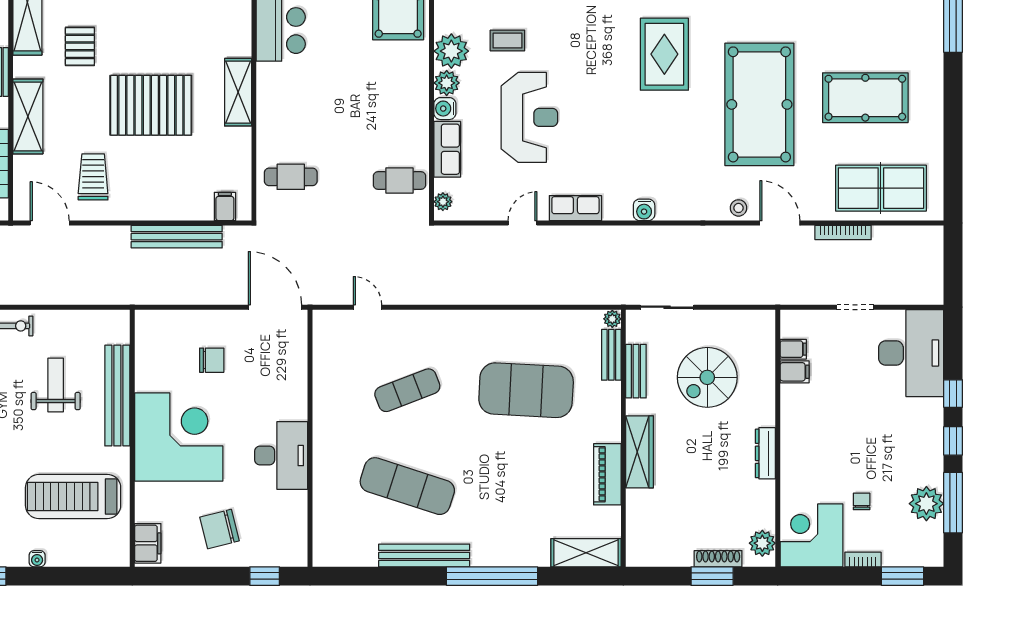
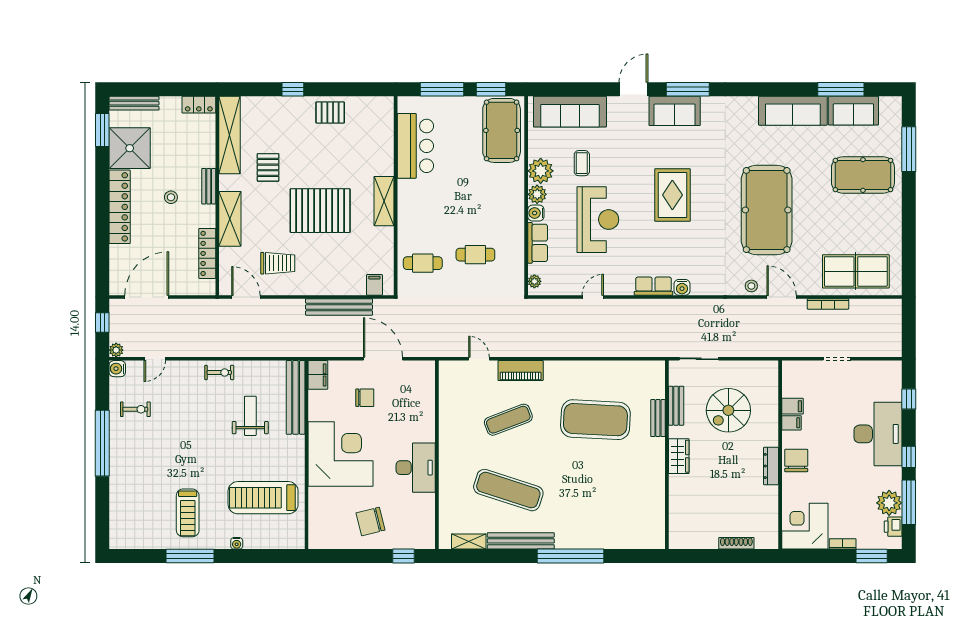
coffee table: (507, 41) -> (582, 163), turned 90
rug: (664, 54) -> (672, 195), moved
pool table: (865, 98) -> (863, 175), moved
trolley: (93, 177) -> (278, 263), turned 90
cafe table: (399, 180) -> (475, 255), moved
row of seats: (575, 208) -> (654, 286), moved
door: (275, 307) -> (383, 359), moved
plant: (612, 319) -> (659, 367), removed
filing cabinet: (793, 349) -> (791, 423), moved
desk: (911, 353) -> (878, 434), moved
bench: (611, 355) -> (658, 418), moved
window: (953, 394) -> (909, 399), moved
bench: (117, 396) -> (296, 397), moved
wardrobe: (640, 452) -> (679, 456), width x0.67
piano: (607, 474) -> (521, 371), moved, turned -90
chair: (862, 501) -> (796, 461), moved, width x1.87, depth x1.87
printer: (932, 536) -> (893, 527), added
filing cabinet: (148, 543) -> (318, 375), moved
plant: (762, 543) -> (769, 532), removed
shelving: (586, 553) -> (469, 542), moved, width x0.67, depth x0.75
window: (712, 576) -> (732, 556), removed

